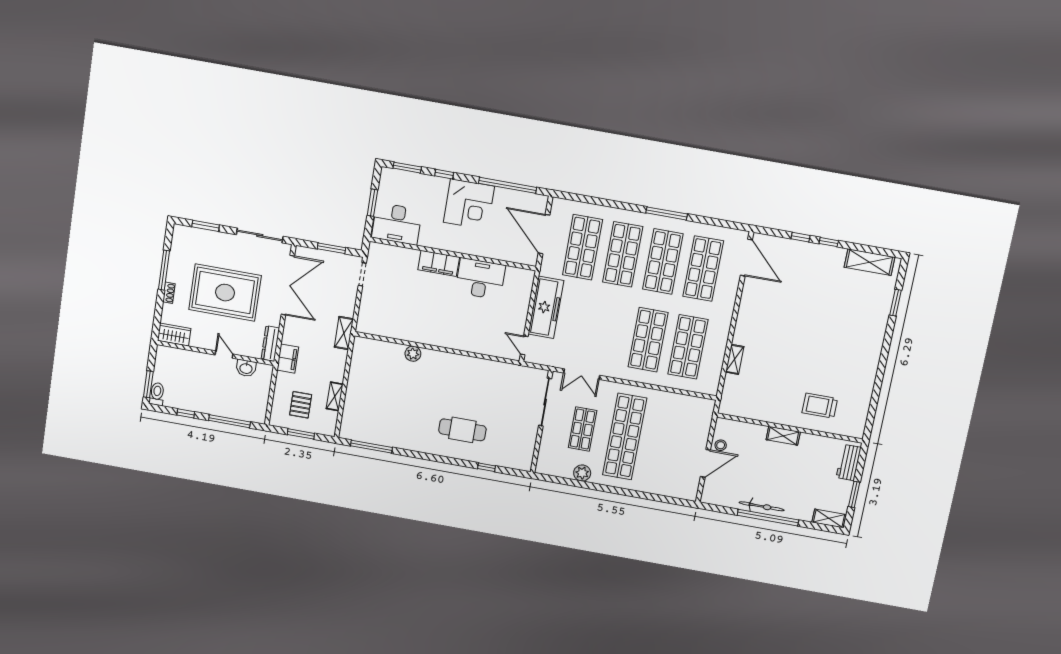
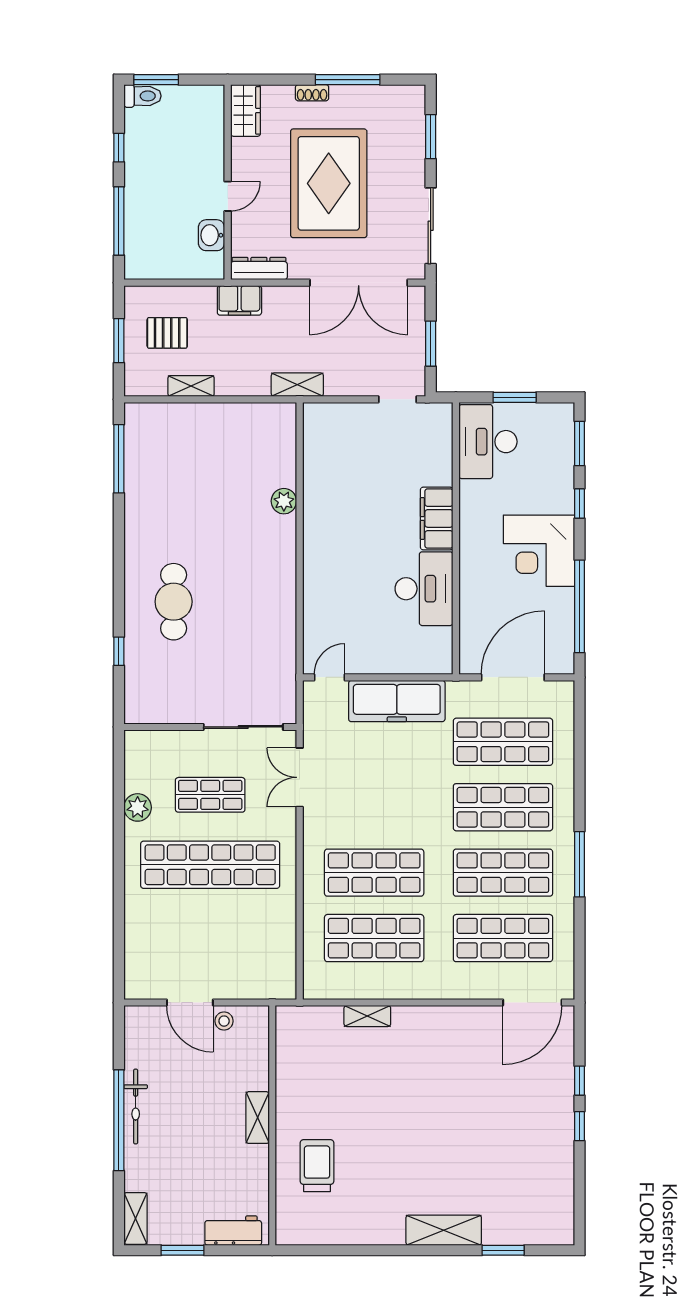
shelving: (869, 262) -> (444, 1230), moved, turned 90

